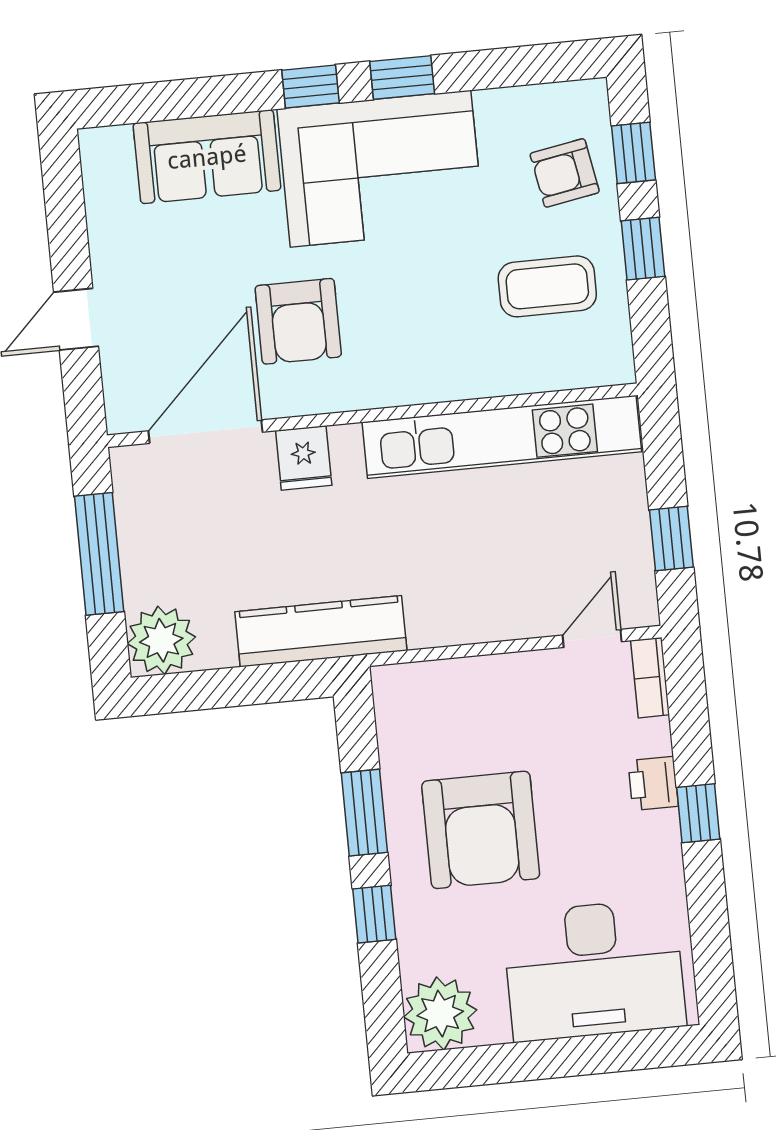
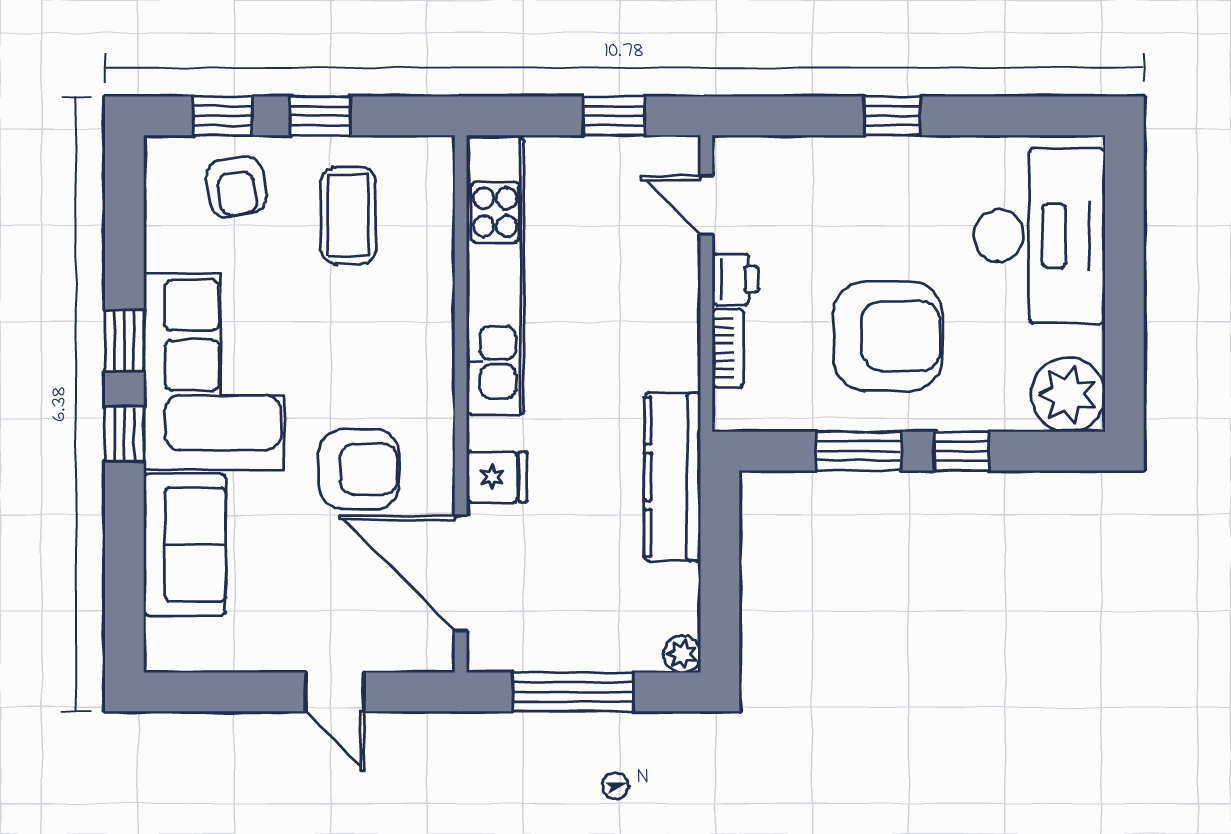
plant: (161, 640) -> (682, 654), width x0.53, depth x0.53
bookcase: (650, 678) -> (728, 348), moved, turned -90
printer: (653, 783) -> (735, 279), moved, turned -90

